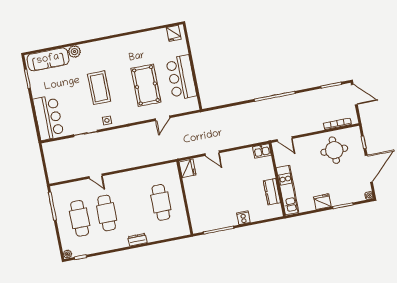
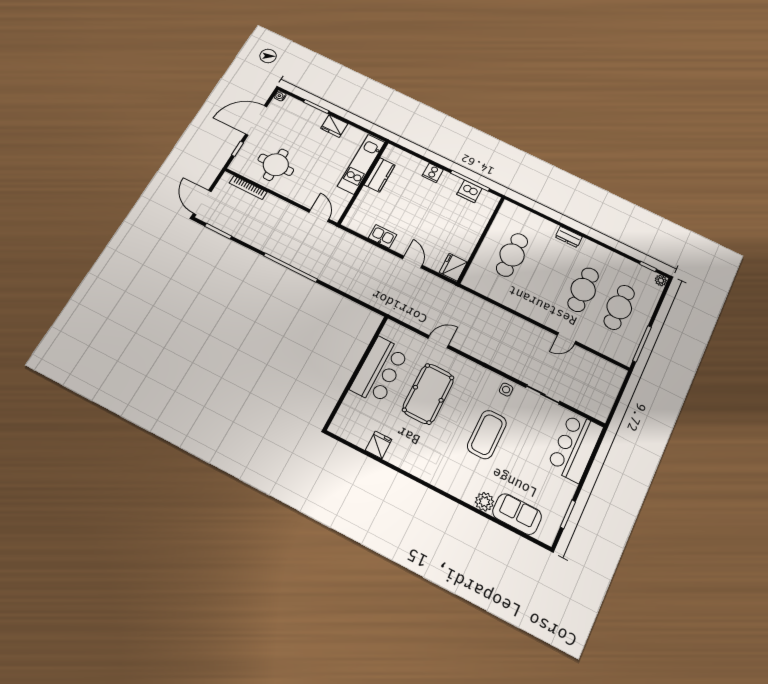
fridge: (174, 33) -> (379, 445), moved
sofa: (48, 59) -> (517, 514), width x0.73
kitchen sink: (262, 151) -> (382, 236), moved
door: (96, 176) -> (566, 338), swing flipped
dishwasher: (214, 223) -> (469, 191), added

